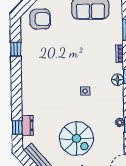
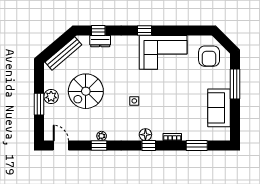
window: (16, 49) -> (145, 30), moved
corner sofa: (37, 64) -> (163, 52), added

